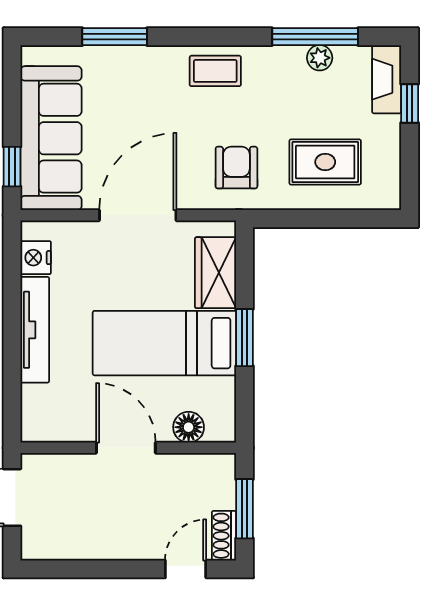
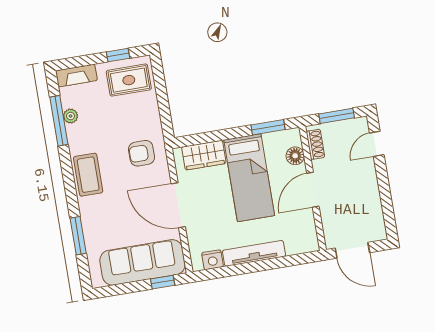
coffee table: (215, 71) -> (88, 175), width x1.36, depth x1.30
window: (410, 103) -> (118, 55), moved
rug: (325, 162) -> (129, 80), moved, turned 90
window: (245, 338) -> (268, 127), moved
shoe rack: (224, 536) -> (315, 144), moved, turned -90
door: (186, 569) -> (377, 144), hinge flipped

